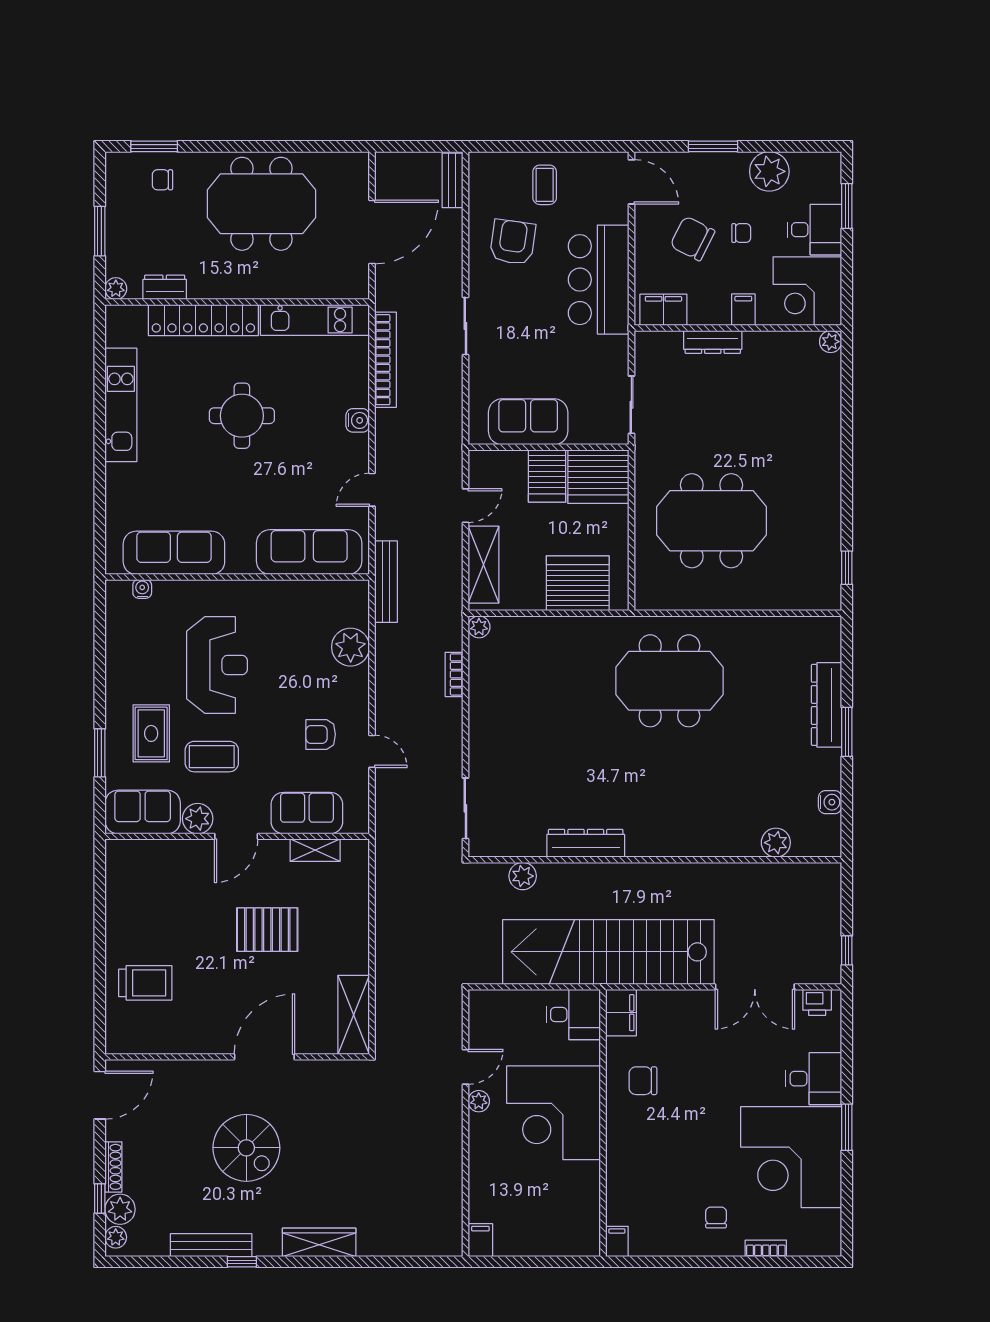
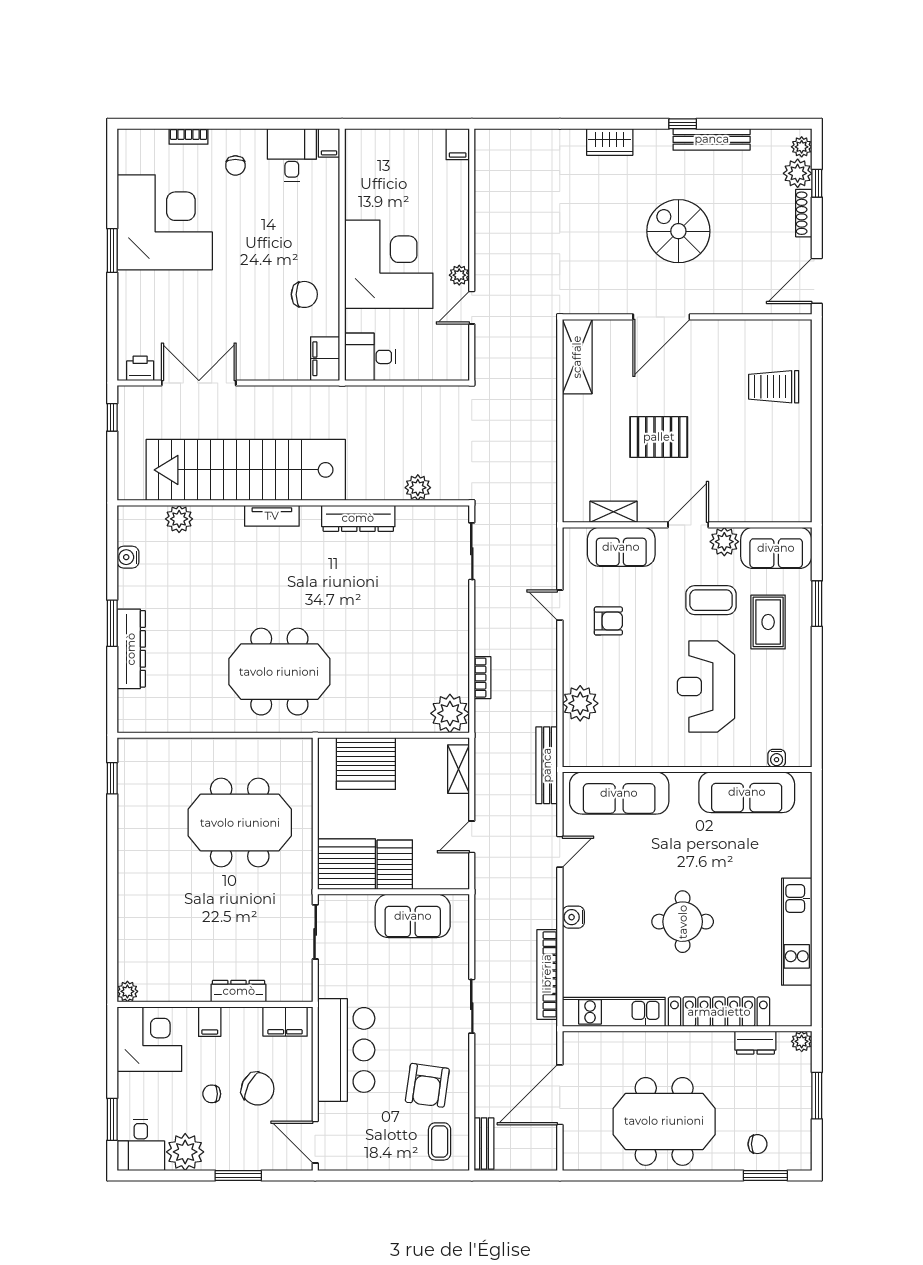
coffee table: (545, 185) -> (440, 1141), moved
desk: (814, 230) -> (141, 1145), moved, turned -90
shelving: (483, 565) -> (458, 769), width x0.67, depth x0.75
plant: (479, 627) -> (450, 713), width x1.87, depth x1.87
tv unit: (677, 846) -> (272, 516), added
stairs: (608, 952) -> (246, 470), moved, turned 180
desk: (814, 1079) -> (292, 155), moved, turned 90
wardrobe: (319, 1242) -> (610, 142), width x0.67

